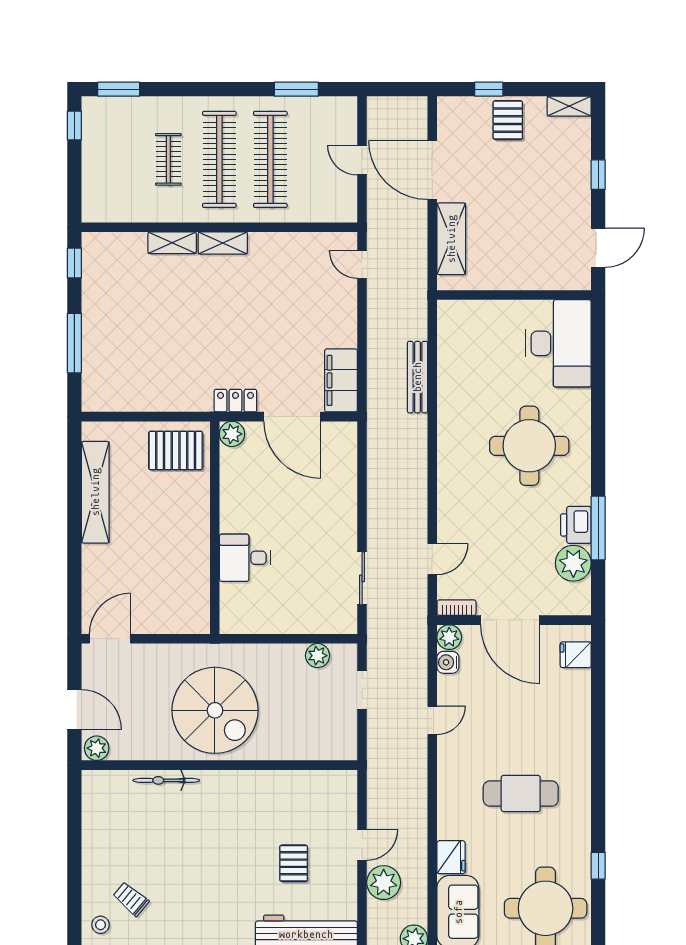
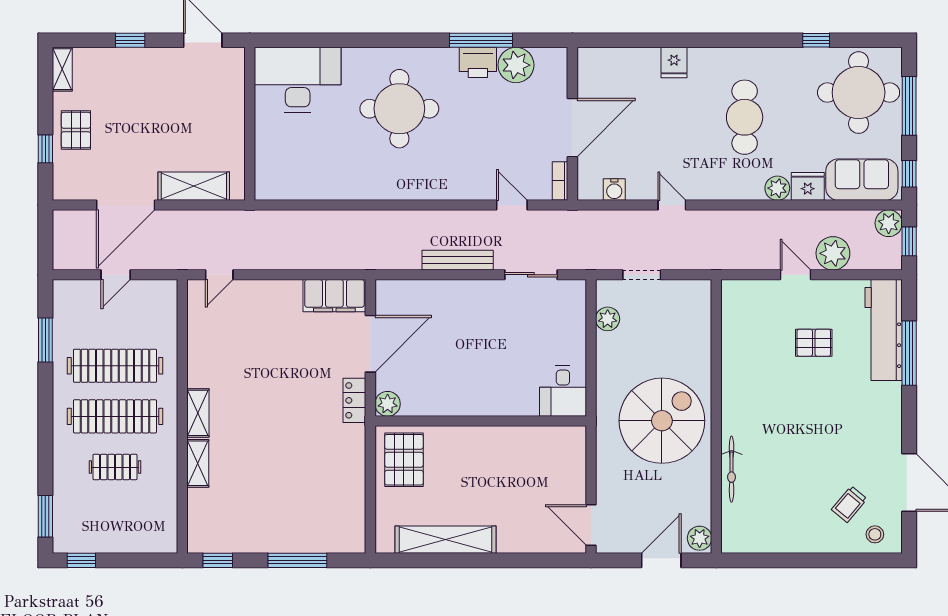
pallet: (508, 120) -> (76, 130), turned 90
bench: (417, 377) -> (458, 260), moved
desk: (245, 558) -> (563, 391), moved
plant: (449, 637) -> (777, 188), moved
fridge: (576, 655) -> (674, 63), moved

